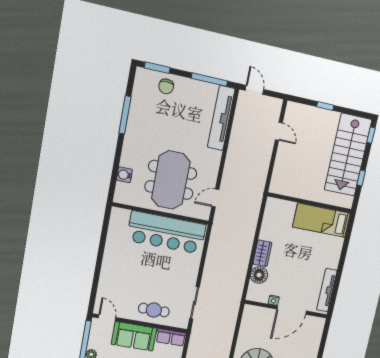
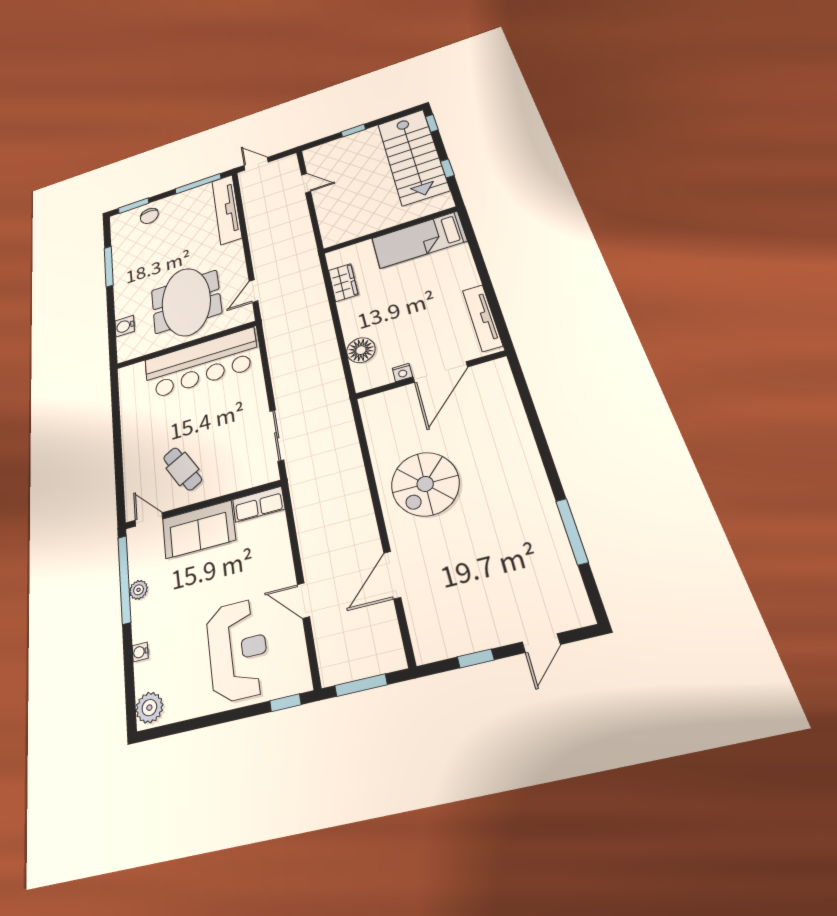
wardrobe: (262, 253) -> (343, 283), moved
cafe table: (154, 310) -> (182, 469), moved, turned 61

